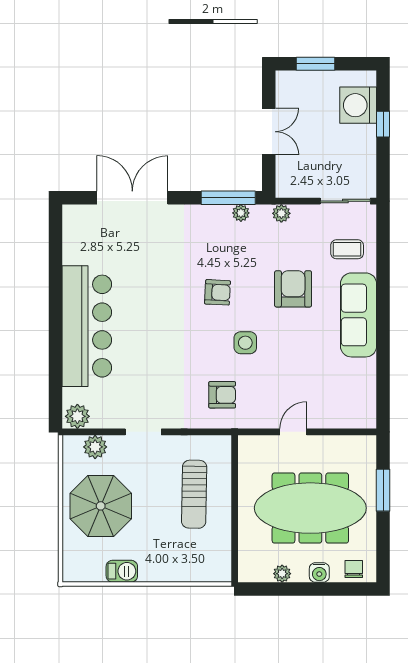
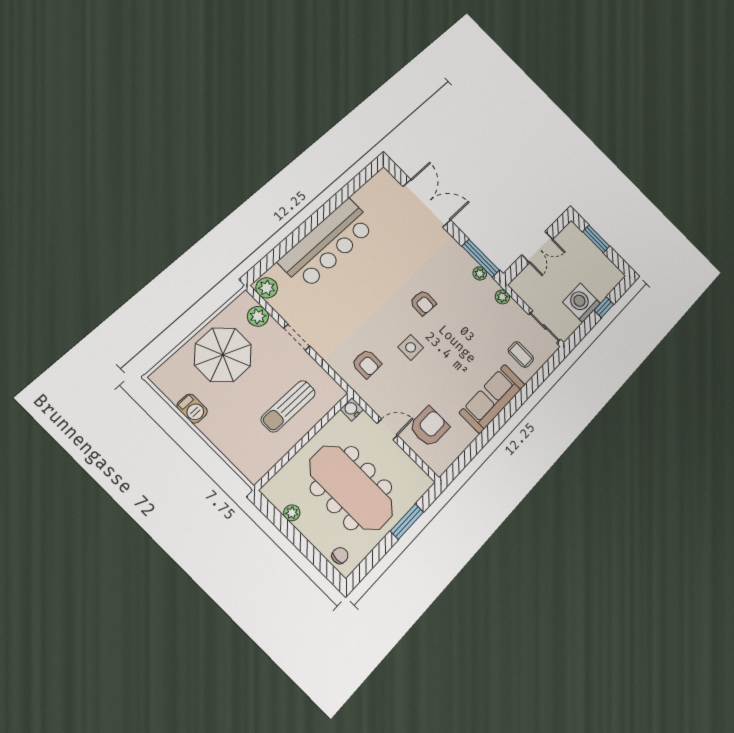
washing machine: (358, 105) -> (581, 303), moved
armchair: (293, 289) -> (429, 427), moved
water cooler: (319, 572) -> (352, 409), moved, turned 90

